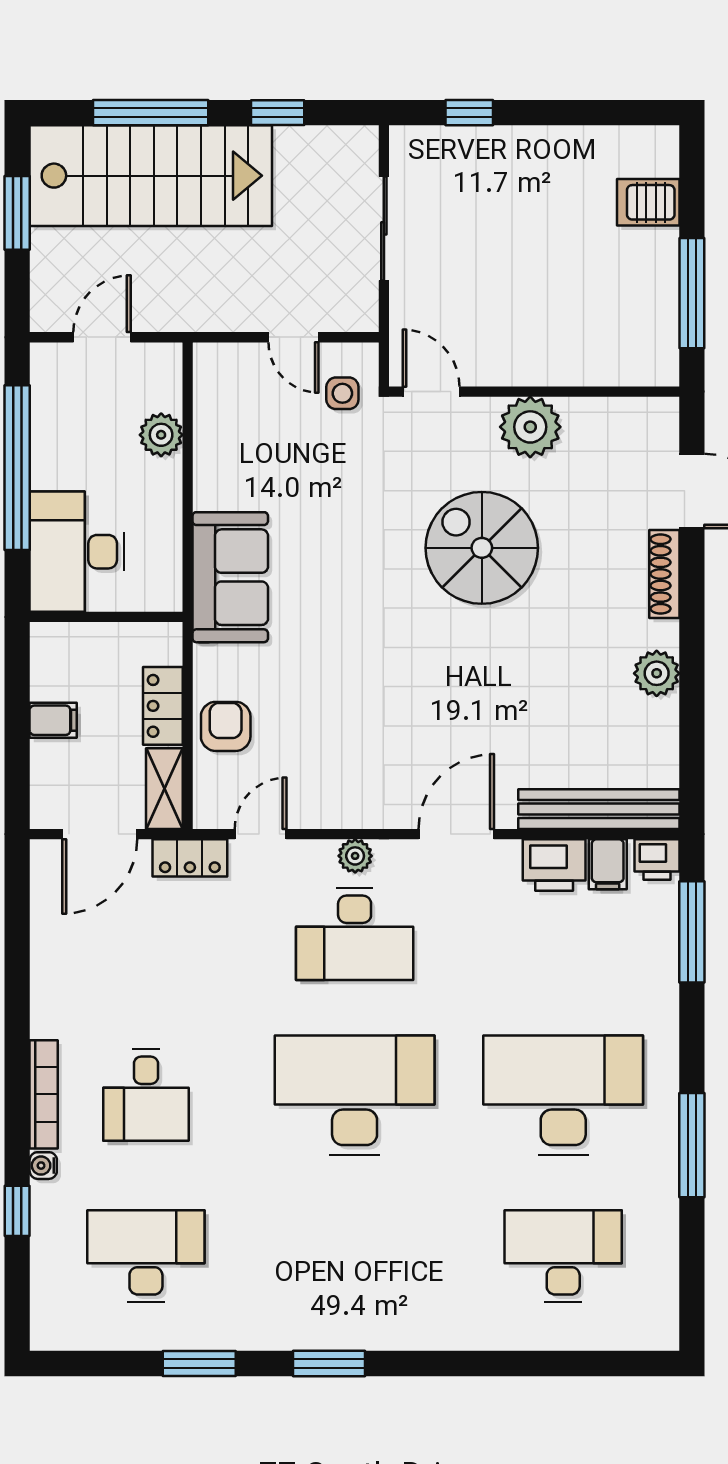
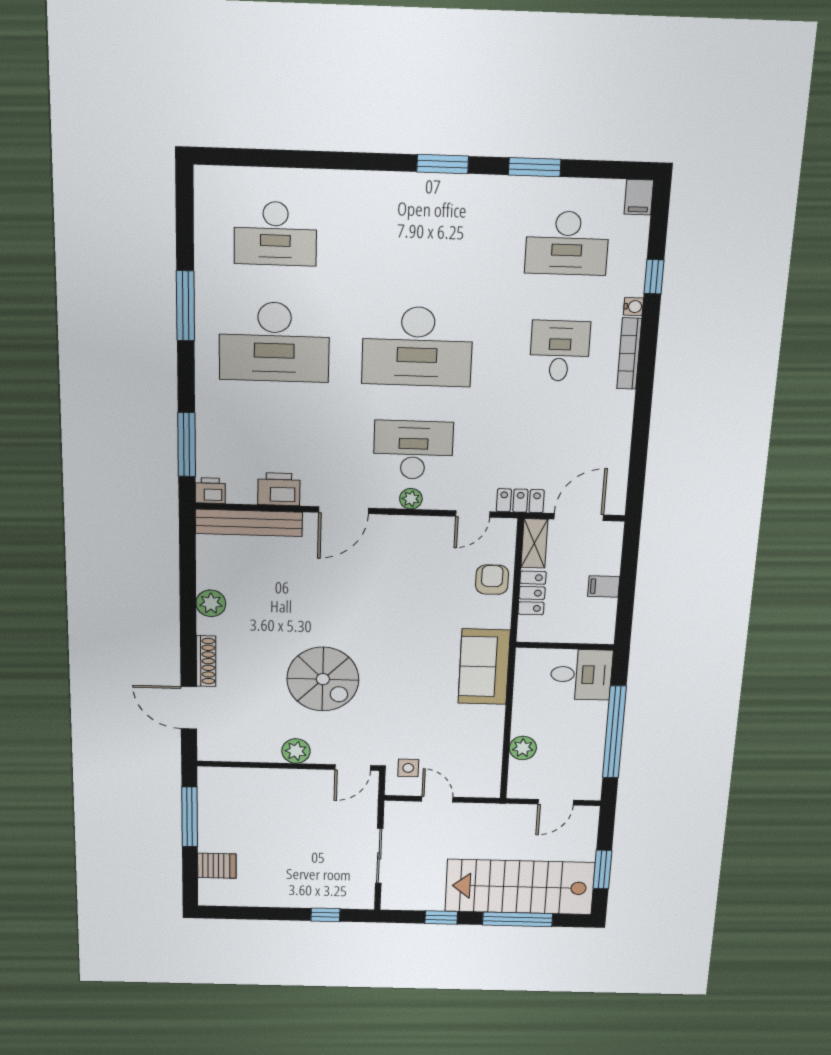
door: (431, 392) -> (353, 767), hinge flipped
plant: (530, 427) -> (296, 751), width x0.73, depth x0.73
desk: (77, 552) -> (581, 675), width x0.73
armchair: (226, 726) -> (492, 580), turned 180
filing cabinet: (608, 864) -> (639, 197), moved, turned 180

